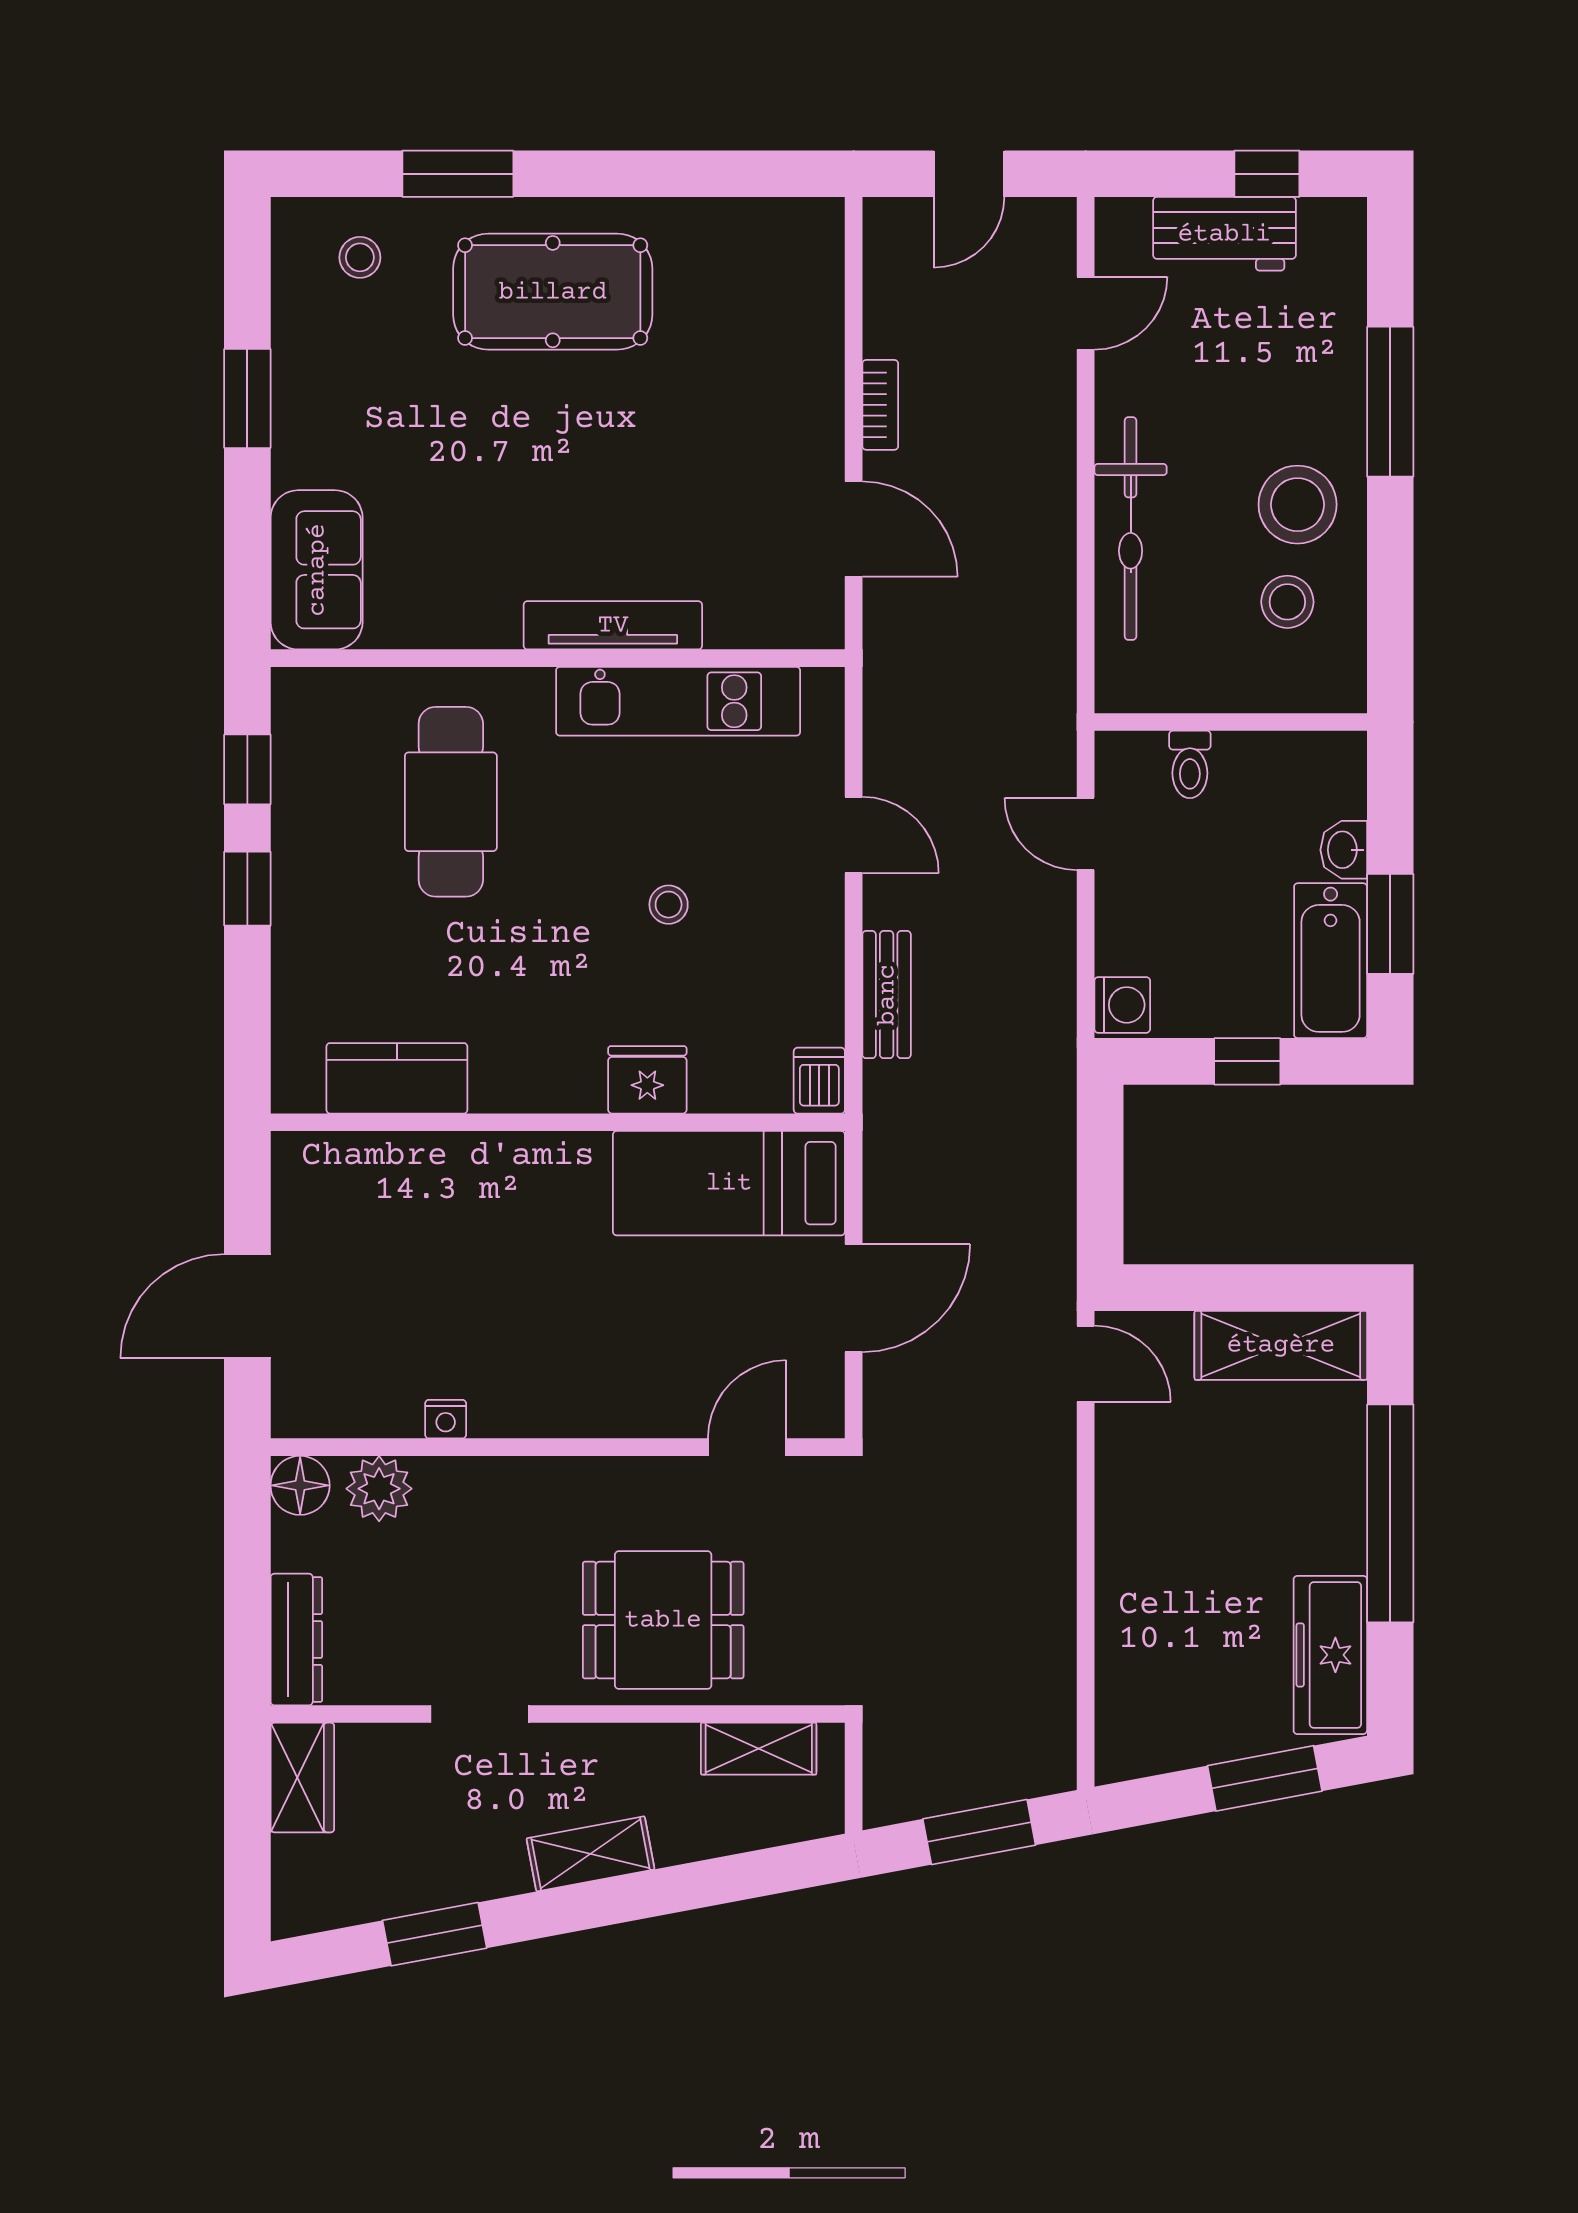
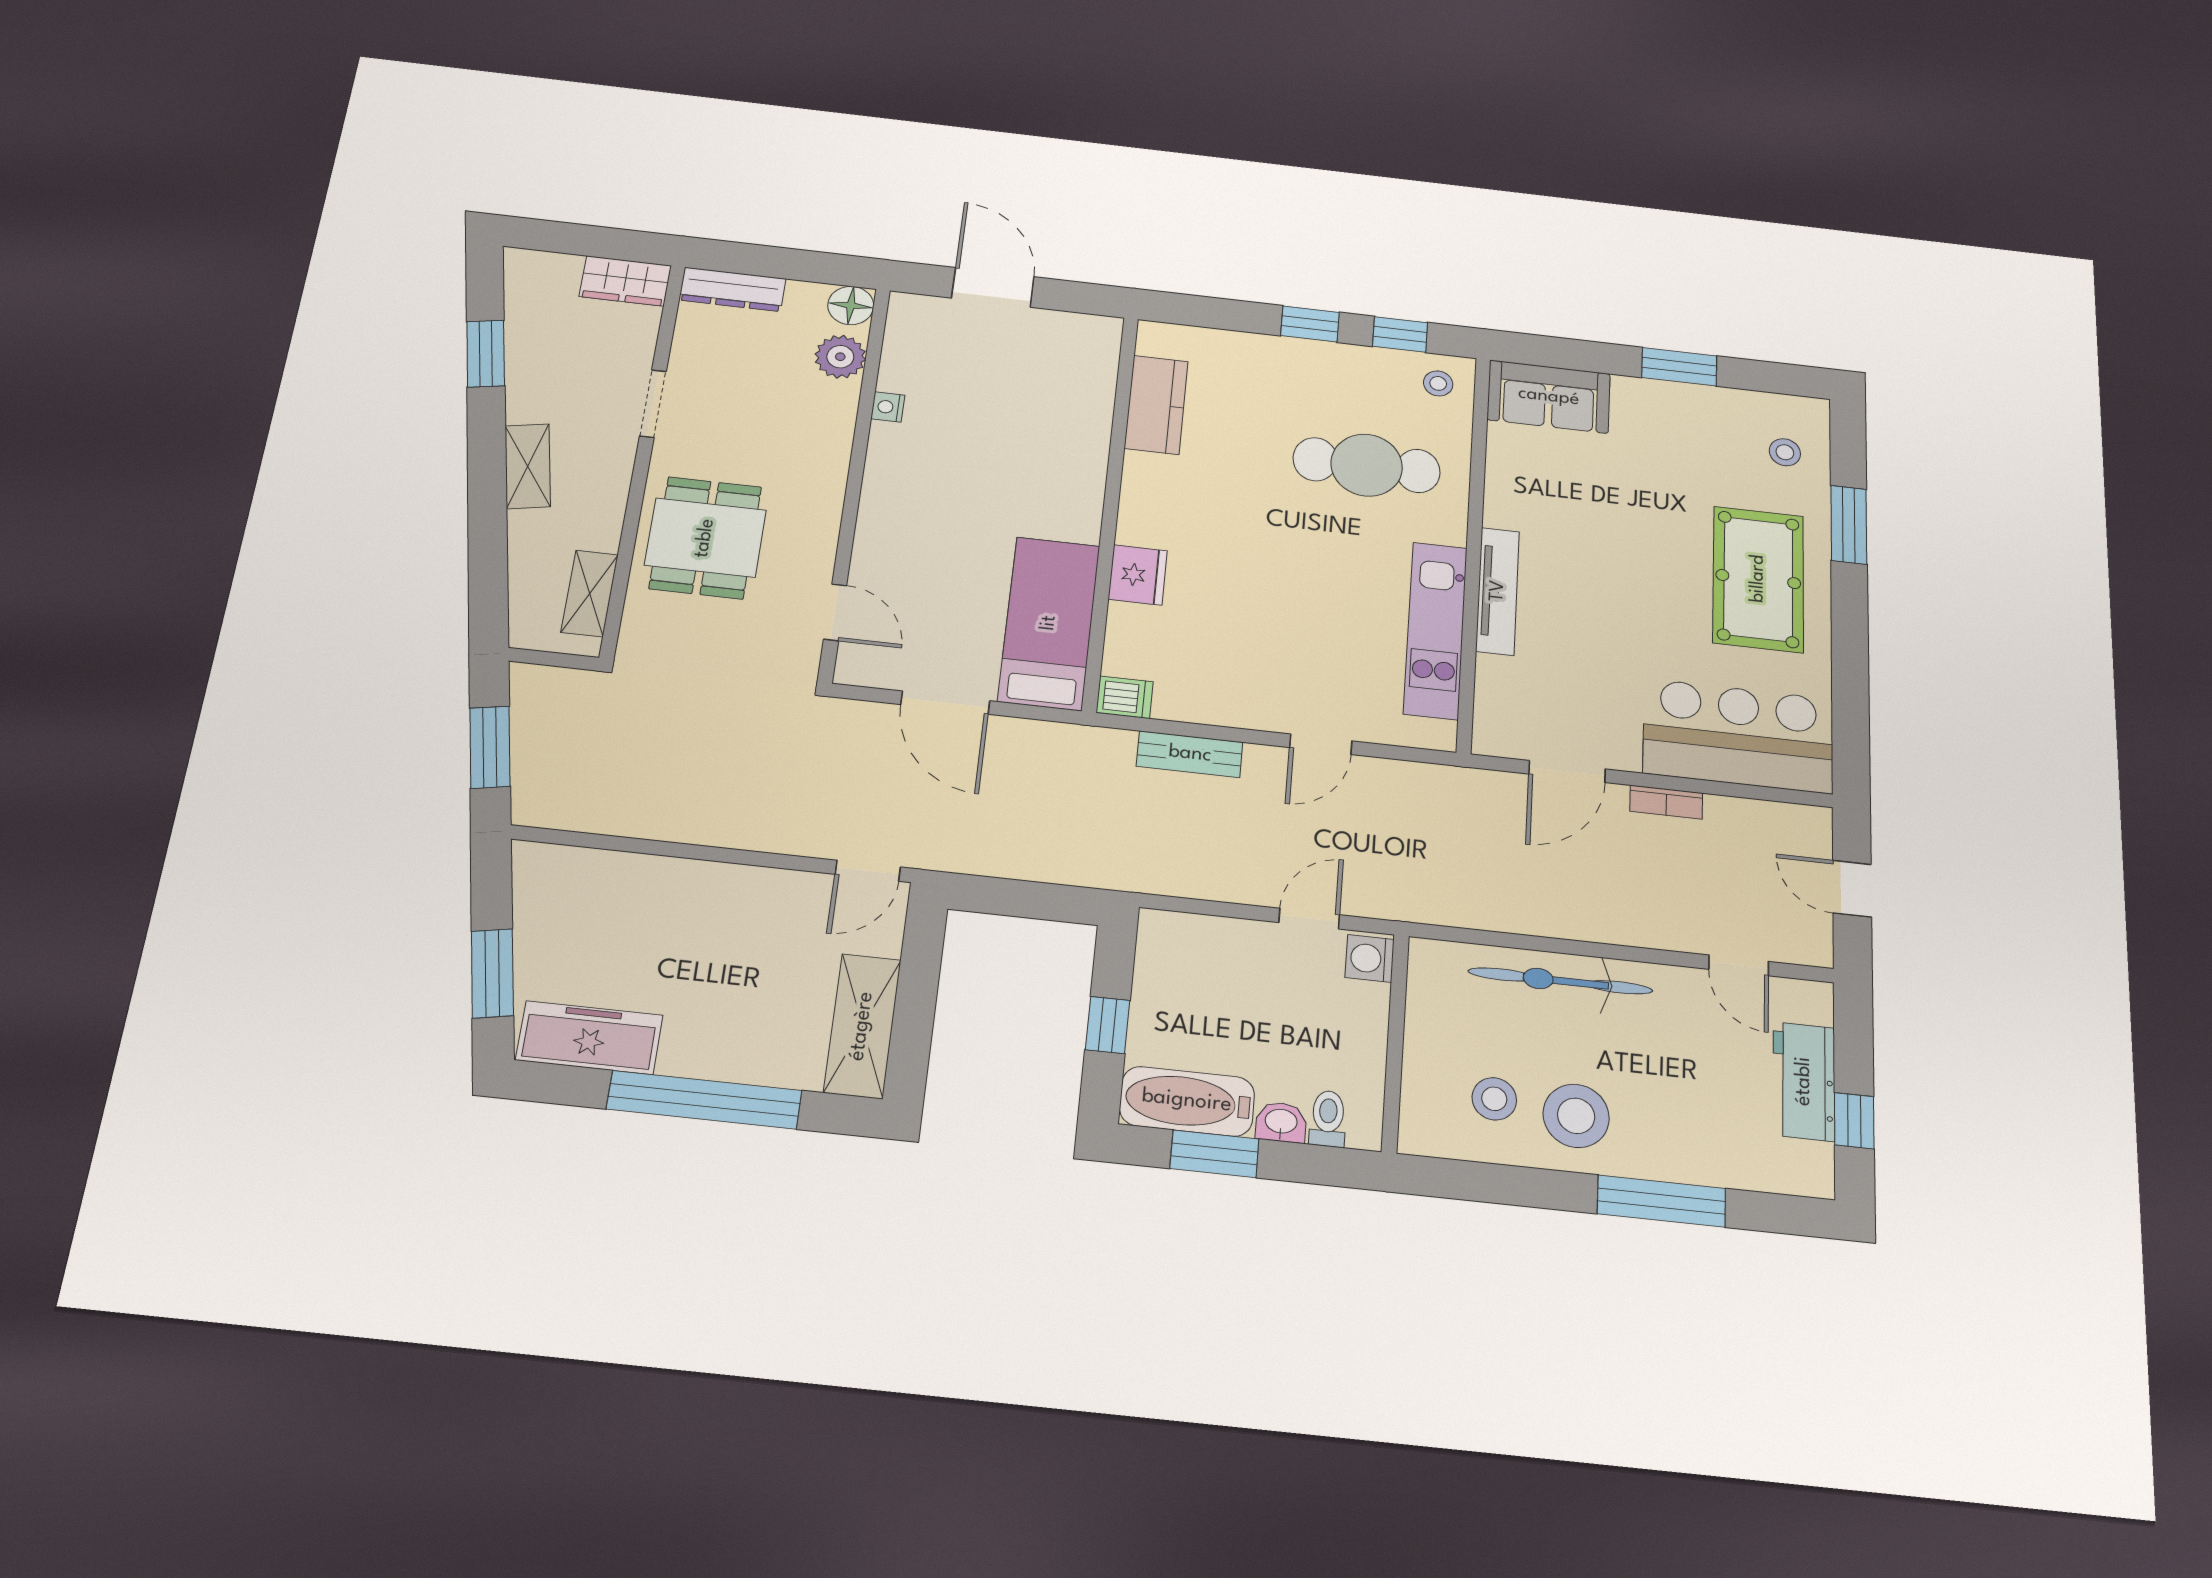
bar counter: (779, 316) -> (1738, 736), added
toilet: (1190, 764) -> (1328, 1119), moved, turned 90
stool: (669, 905) -> (1438, 383), moved
washing machine: (1122, 1005) -> (1370, 958), moved, turned 90

